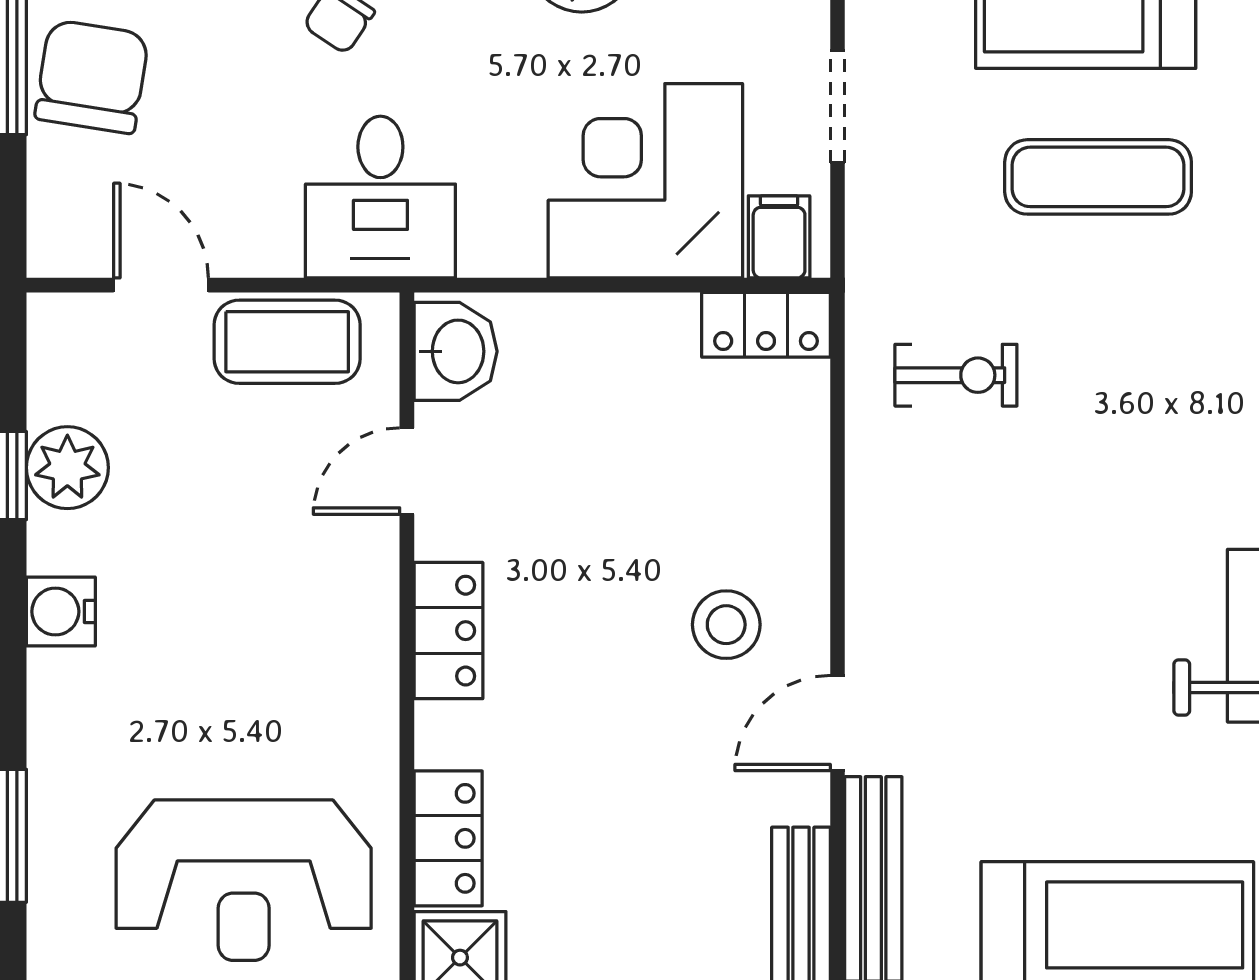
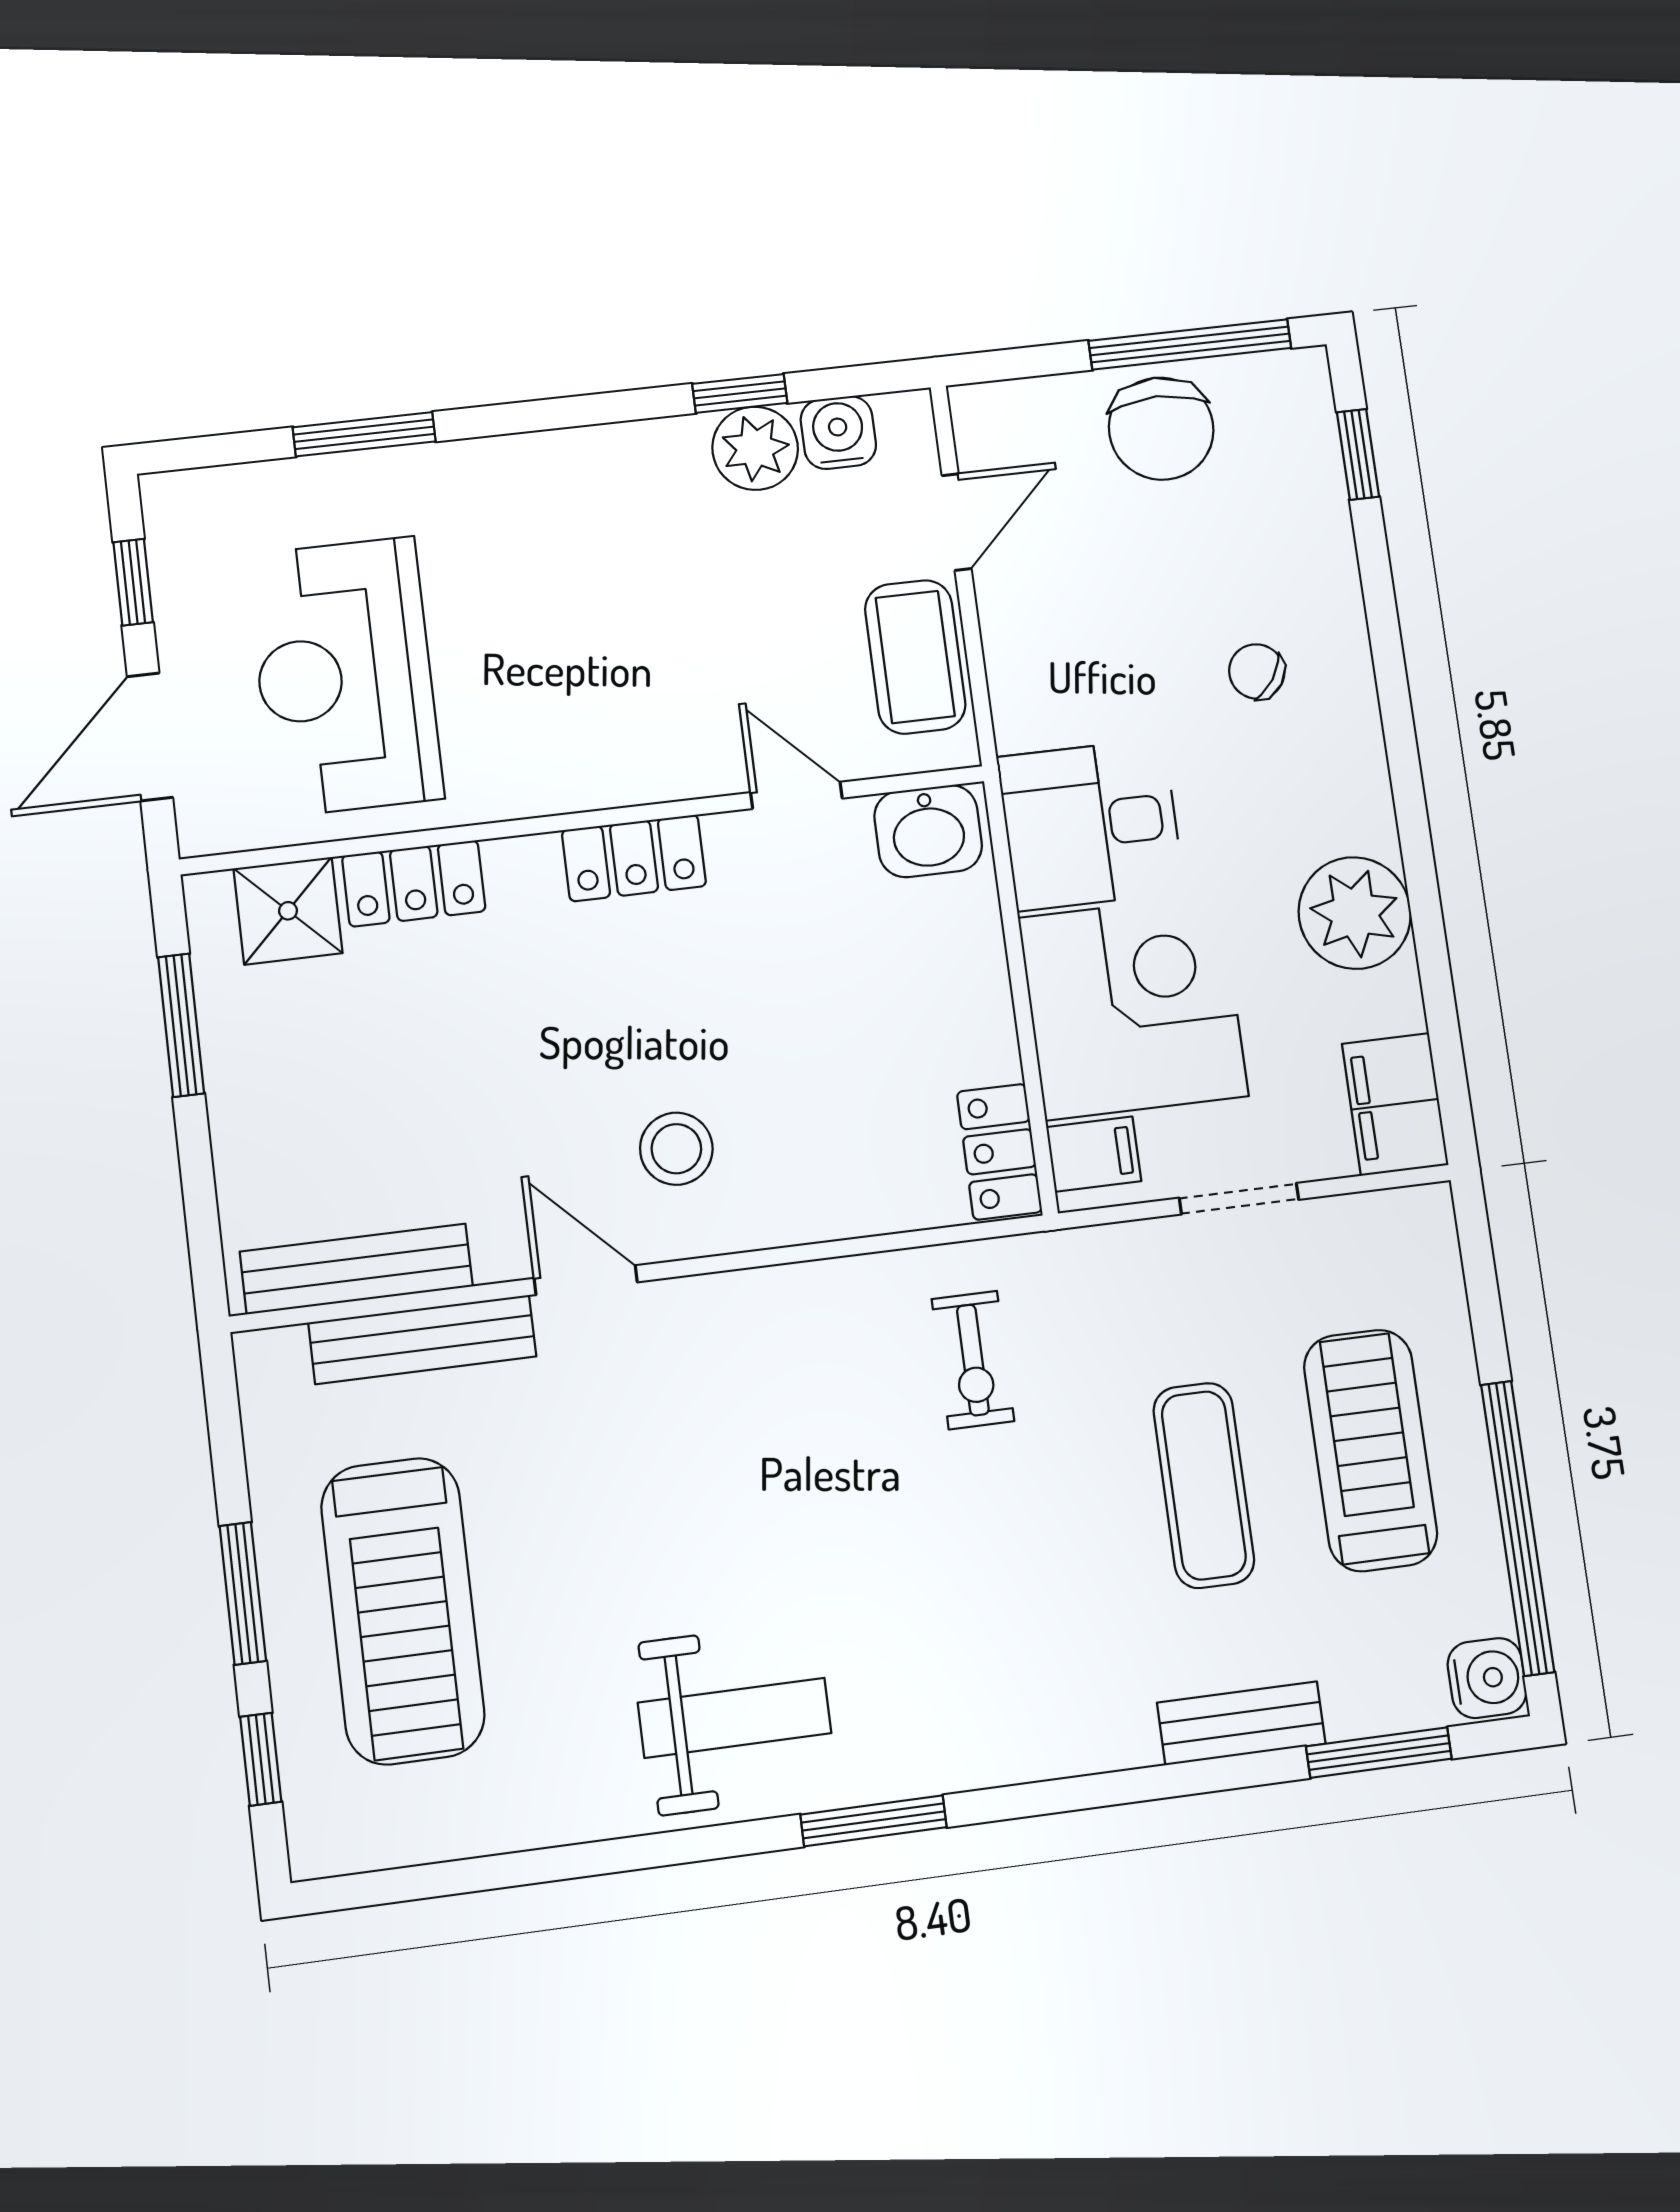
chair: (92, 77) -> (1161, 429), turned 81
desk: (380, 197) -> (1091, 824), moved
water cooler: (61, 612) -> (838, 433), moved

